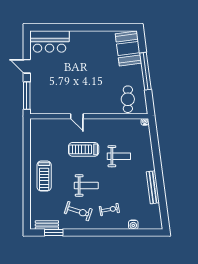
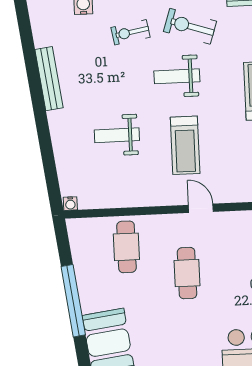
cafe table: (86, 83) -> (187, 273), added
cafe table: (128, 99) -> (126, 247), moved
treadmill: (84, 149) -> (185, 145), turned 90

